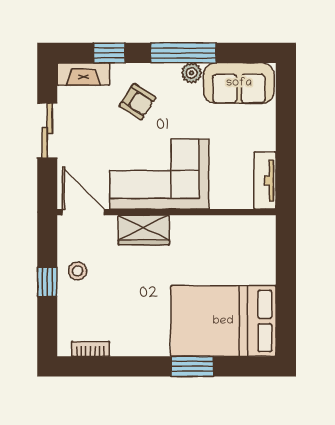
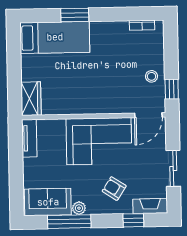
window: (183, 53) -> (69, 222), moved
door: (83, 212) -> (148, 115), hinge flipped
wardrobe: (144, 230) -> (31, 99), moved, turned 90
window: (47, 282) -> (172, 89), moved
bed: (223, 321) -> (55, 37), width x0.67

